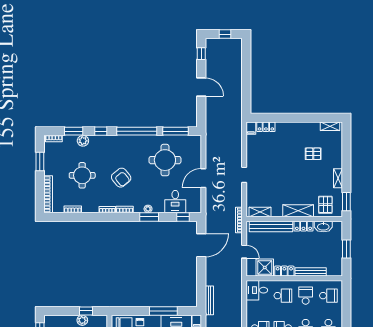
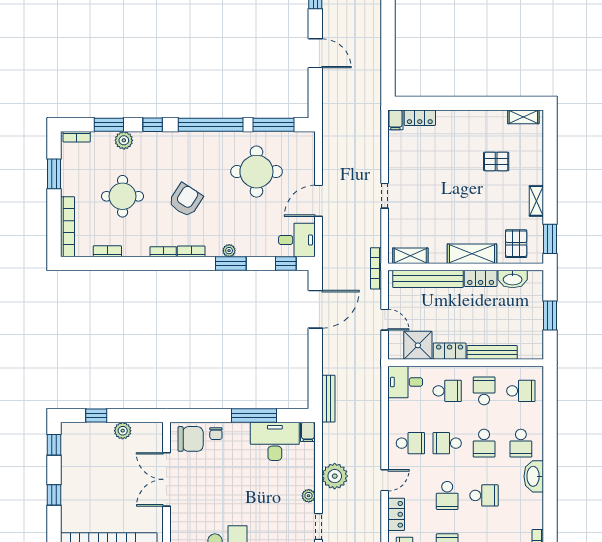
armchair: (121, 178) -> (186, 200), turned -108
desk: (175, 202) -> (297, 240), moved, turned -90
window: (86, 311) -> (96, 416), moved

